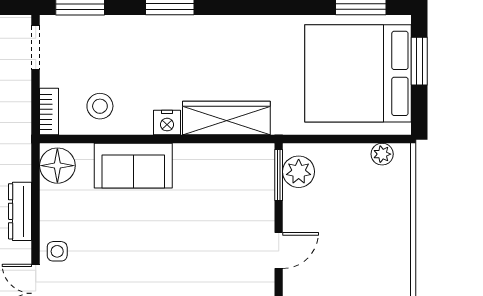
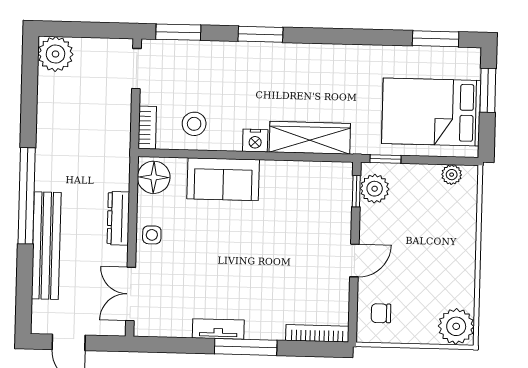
bed: (358, 73) -> (431, 112), width x0.73
window: (310, 139) -> (386, 159), added
window: (279, 175) -> (356, 191), width x0.67
side table: (57, 251) -> (152, 235), moved

